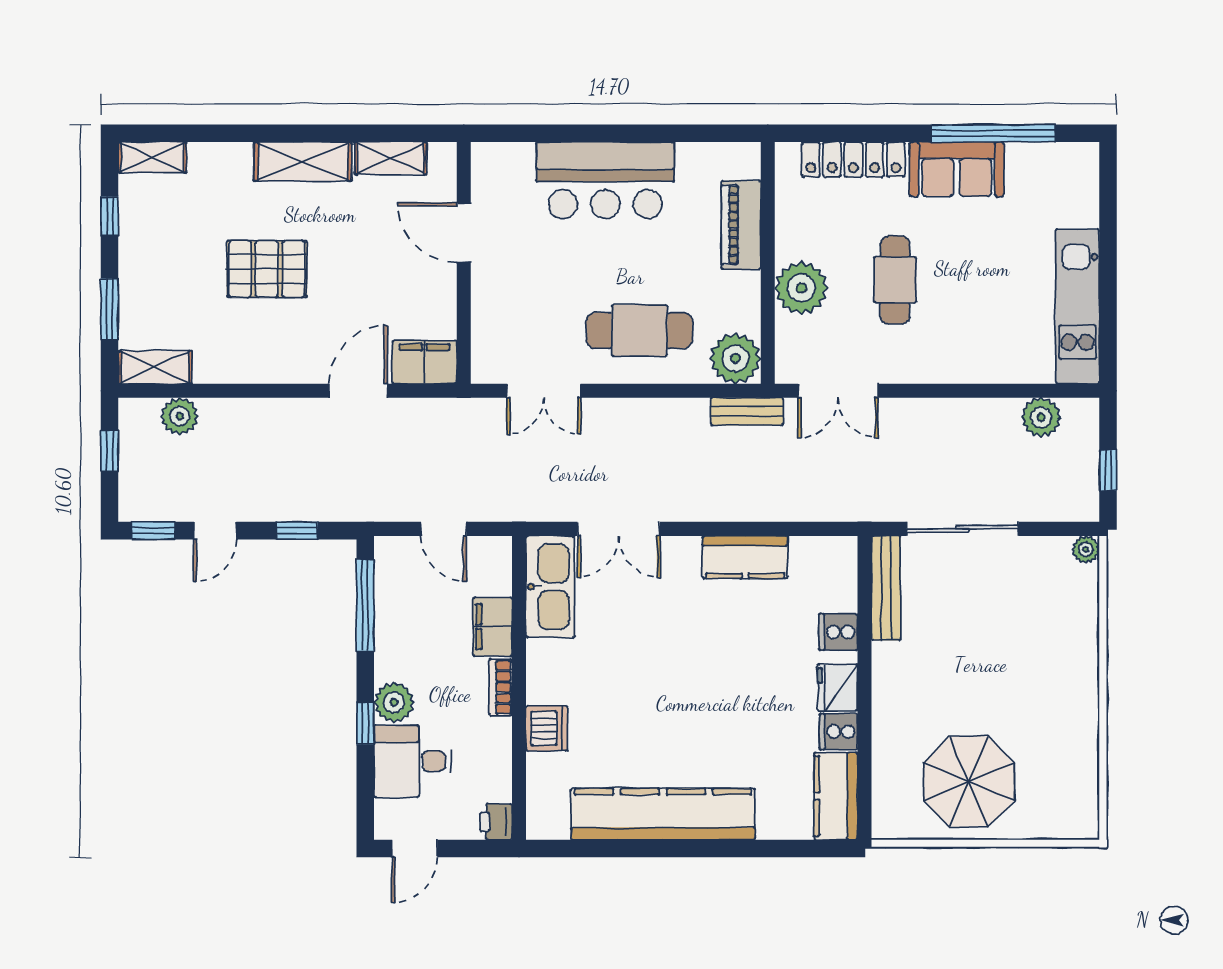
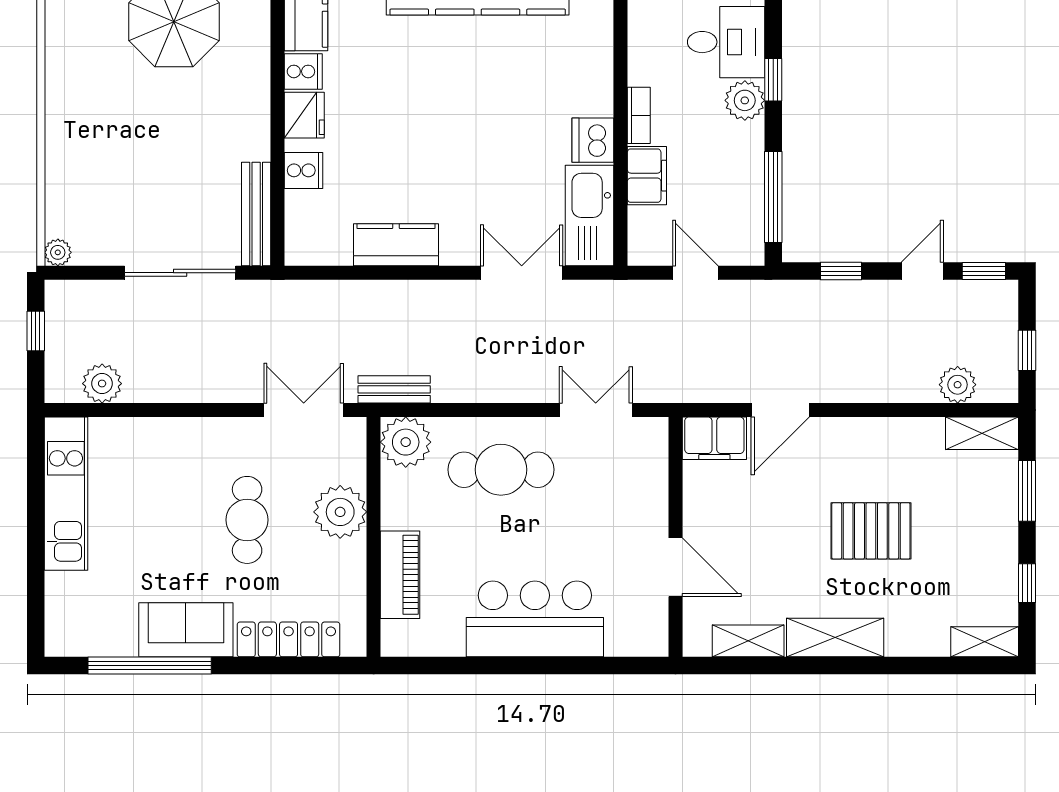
dishwasher: (547, 728) -> (593, 140), moved

